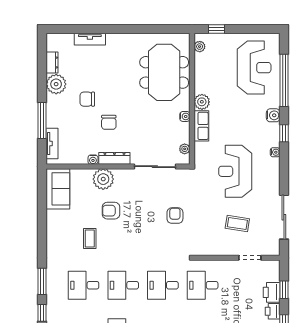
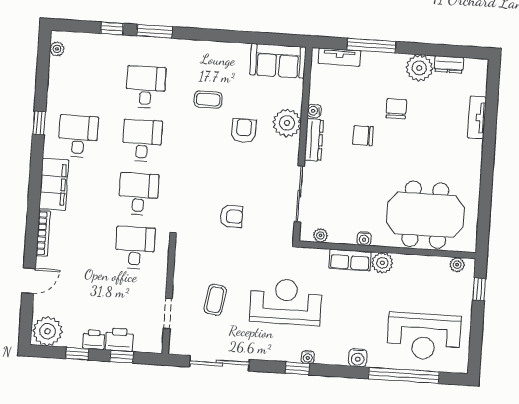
window: (284, 133) -> (297, 368), moved

